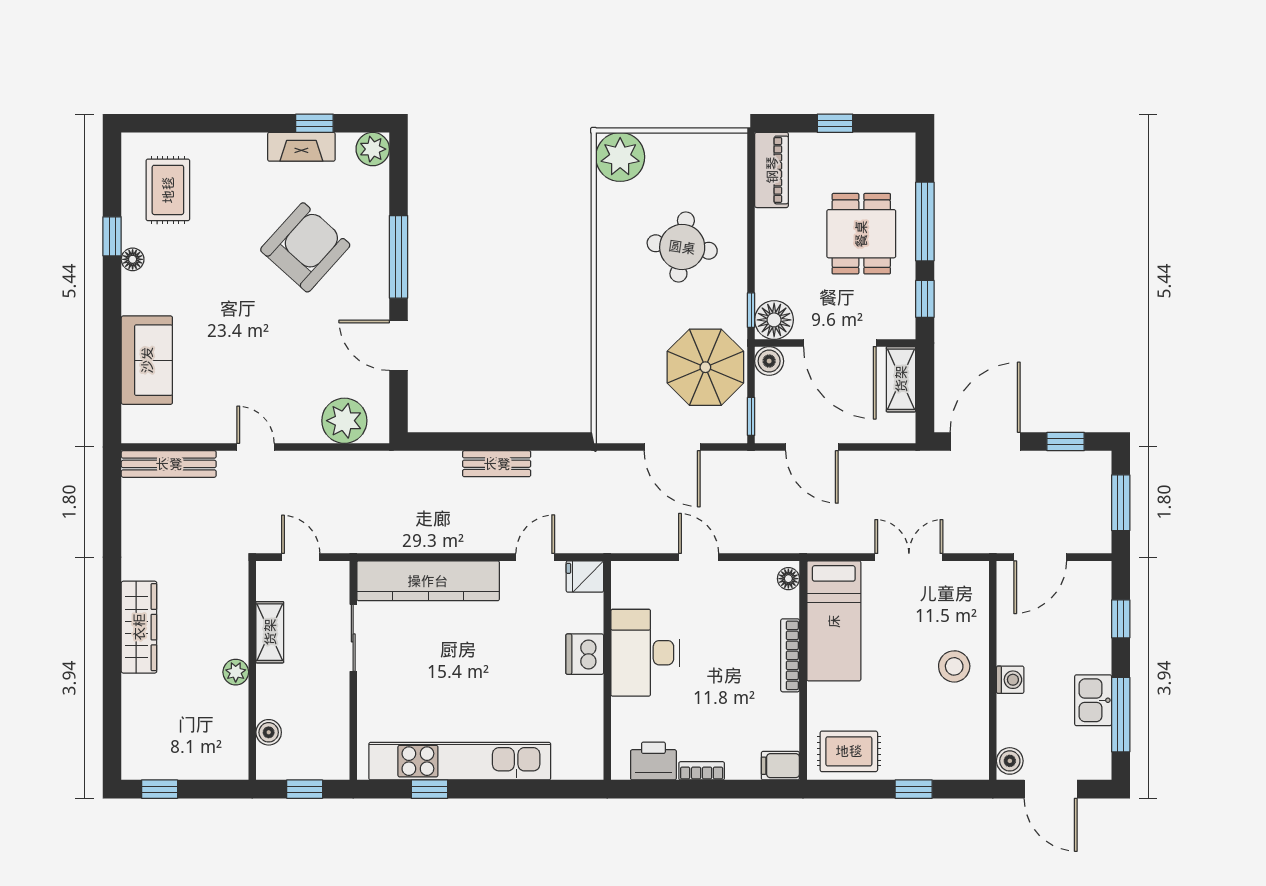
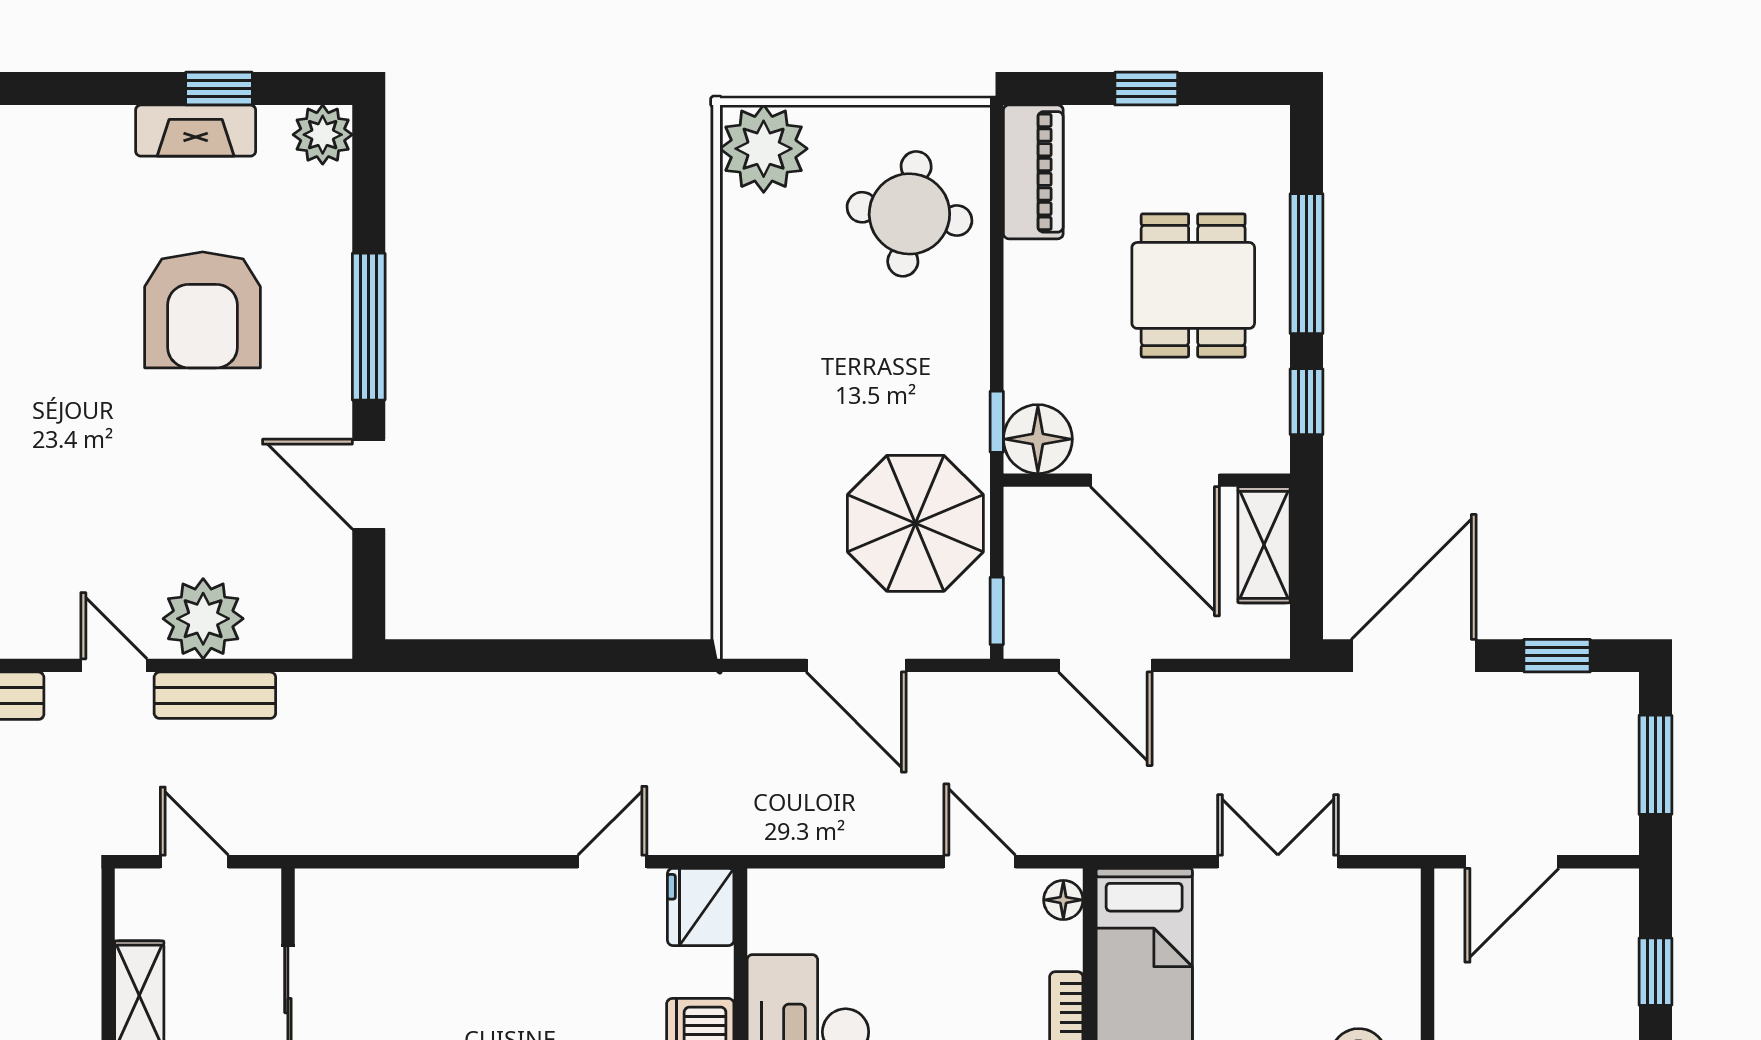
armchair: (305, 247) -> (203, 310), turned 138
round table: (682, 247) -> (909, 214), moved
boiler: (769, 361) -> (1029, 512), removed
plant: (344, 421) -> (203, 619), moved
bench: (497, 464) -> (215, 695), moved
door: (699, 557) -> (980, 862), moved
fridge: (585, 576) -> (701, 907), width x1.38
kitchen counter: (428, 581) -> (421, 904), removed

